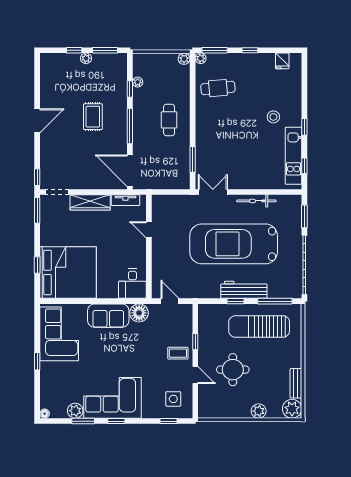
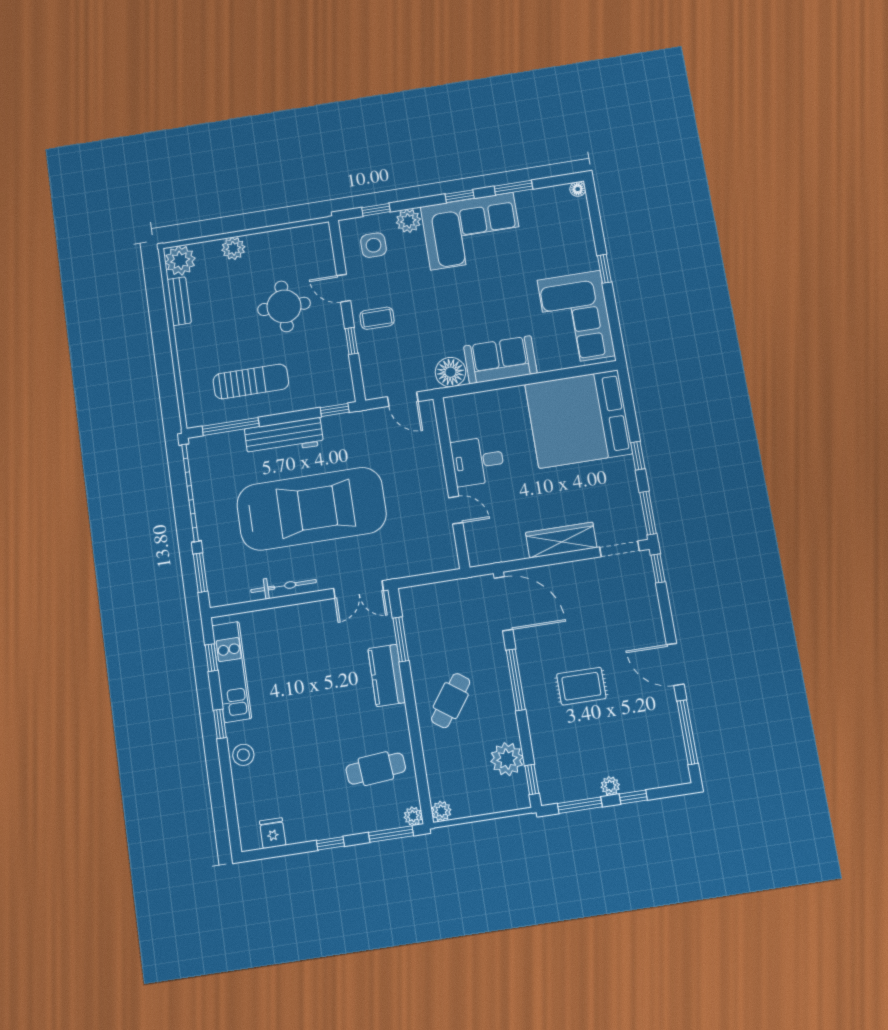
window: (37, 82) -> (687, 732), added
plant: (138, 82) -> (507, 759), width x1.87, depth x1.87
window: (130, 89) -> (532, 779), moved
rug: (93, 117) -> (581, 686), turned 90
stool: (273, 117) -> (243, 755), moved
cafe table: (169, 120) -> (451, 701), turned 36
door: (37, 121) -> (675, 664), hinge flipped
kitchen counter: (204, 140) -> (387, 675), added
tv unit: (126, 200) -> (503, 553), removed
window: (37, 265) -> (638, 456), moved
desk: (132, 284) -> (478, 461), moved, turned -90
window: (235, 301) -> (335, 410), moved
sun lounger: (259, 326) -> (251, 382), width x0.73, depth x0.75
plant: (75, 411) -> (408, 221), moved

